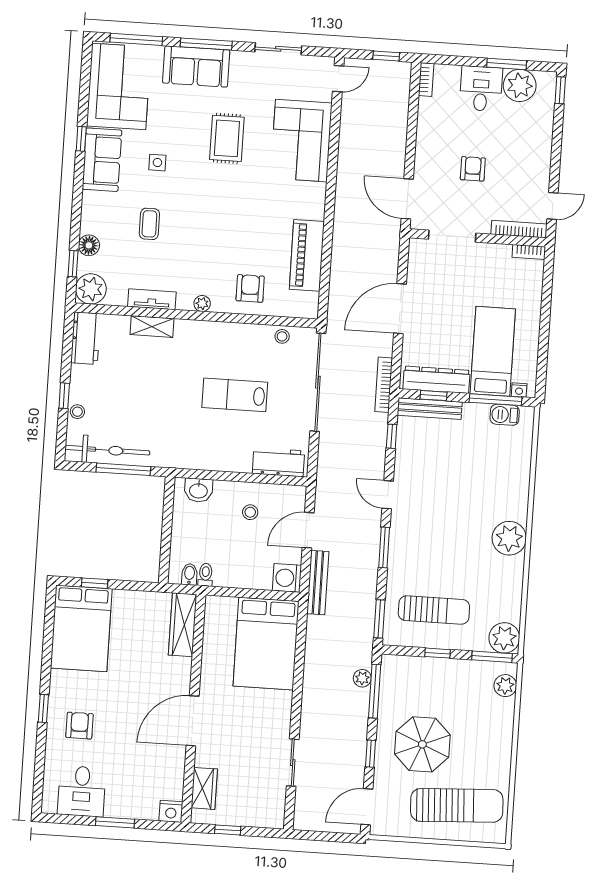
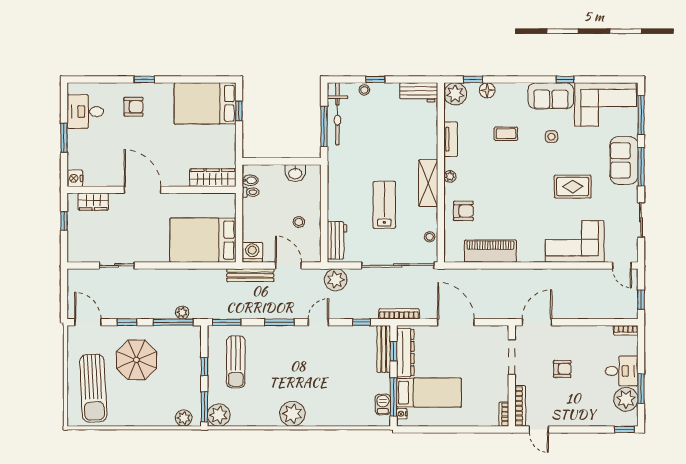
shelving: (152, 327) -> (428, 183), moved, width x1.50, depth x1.33
plant: (332, 468) -> (336, 280), added
washbasin: (198, 490) -> (295, 173), moved, turned -90

